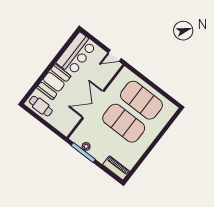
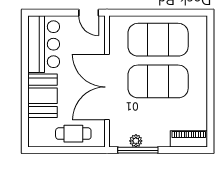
door: (115, 56) -> (89, 13), hinge flipped
double door: (93, 104) -> (107, 87), width x1.36
cafe table: (41, 106) -> (73, 134), moved

